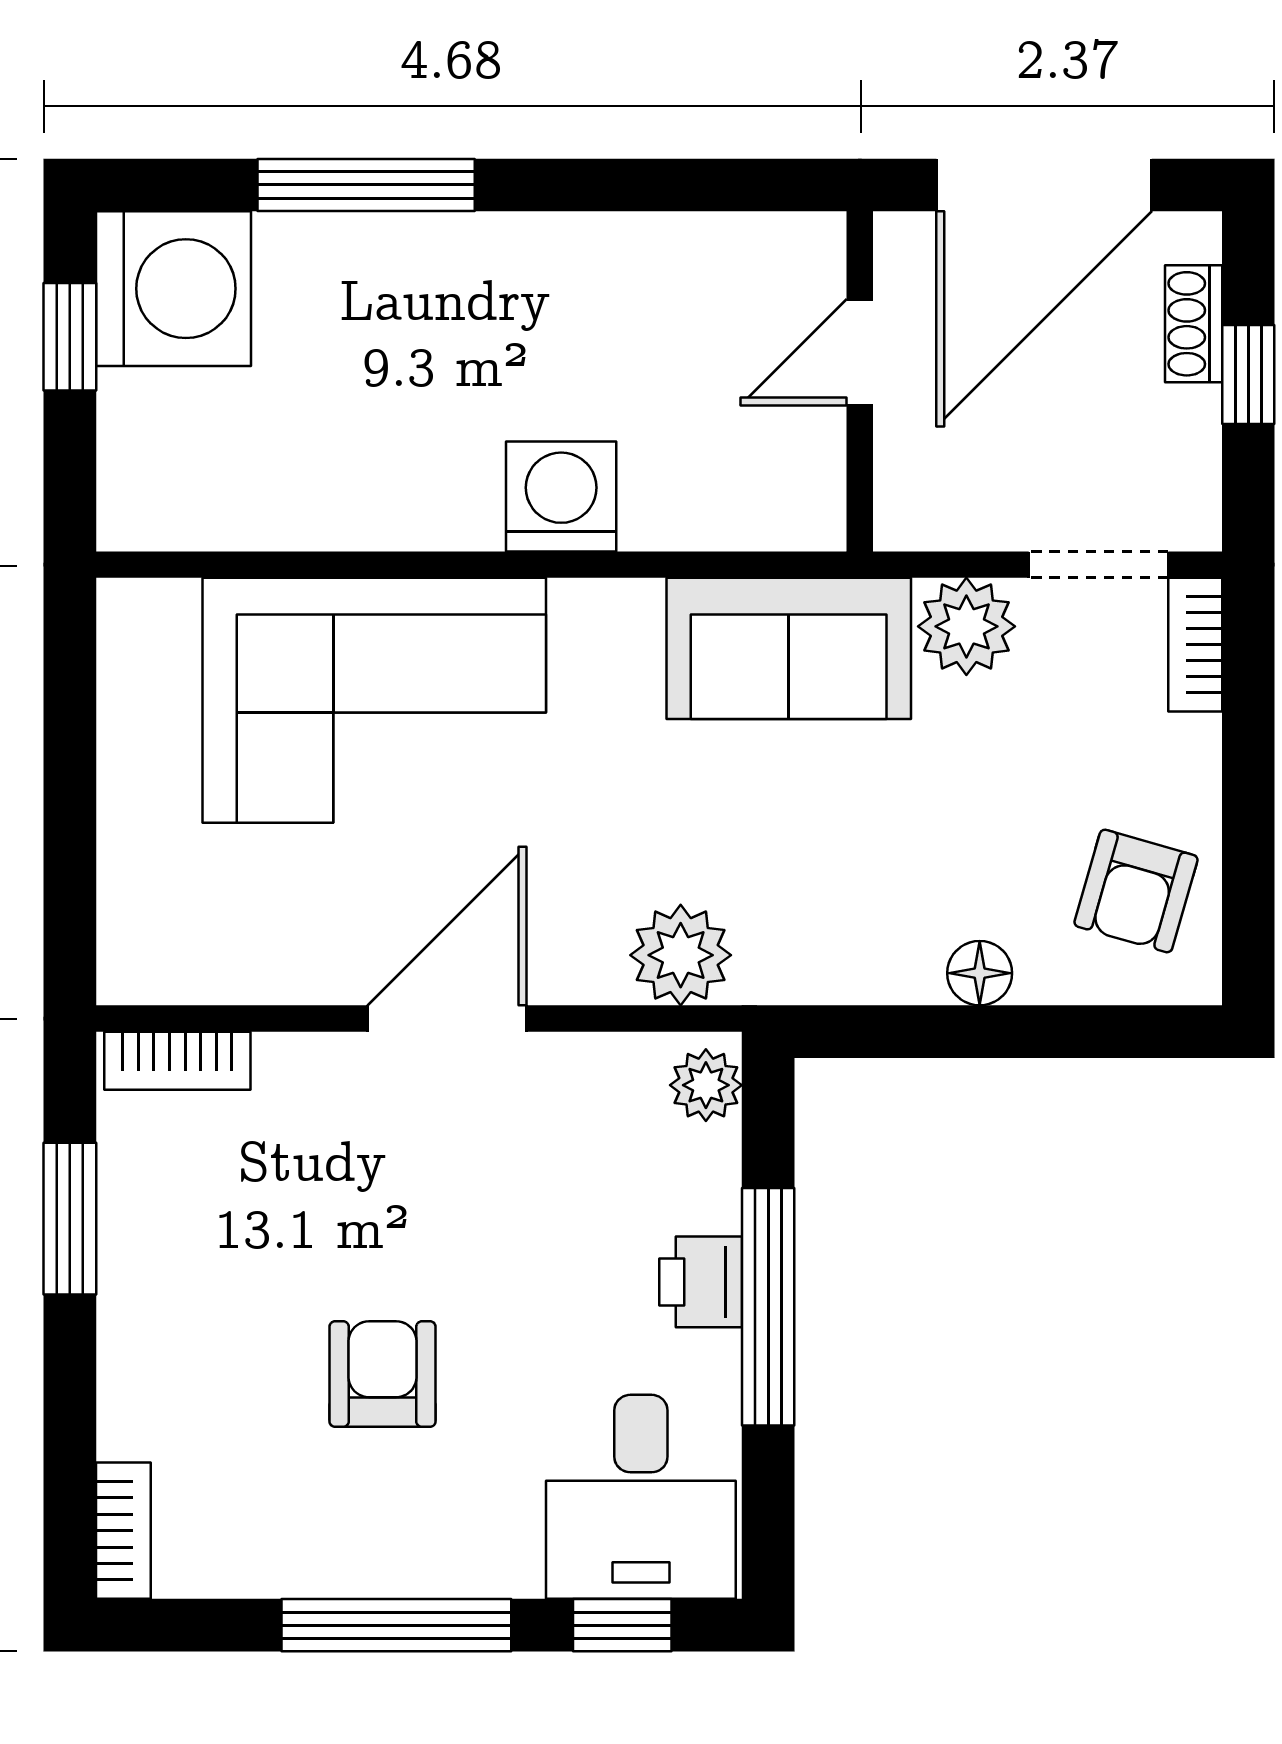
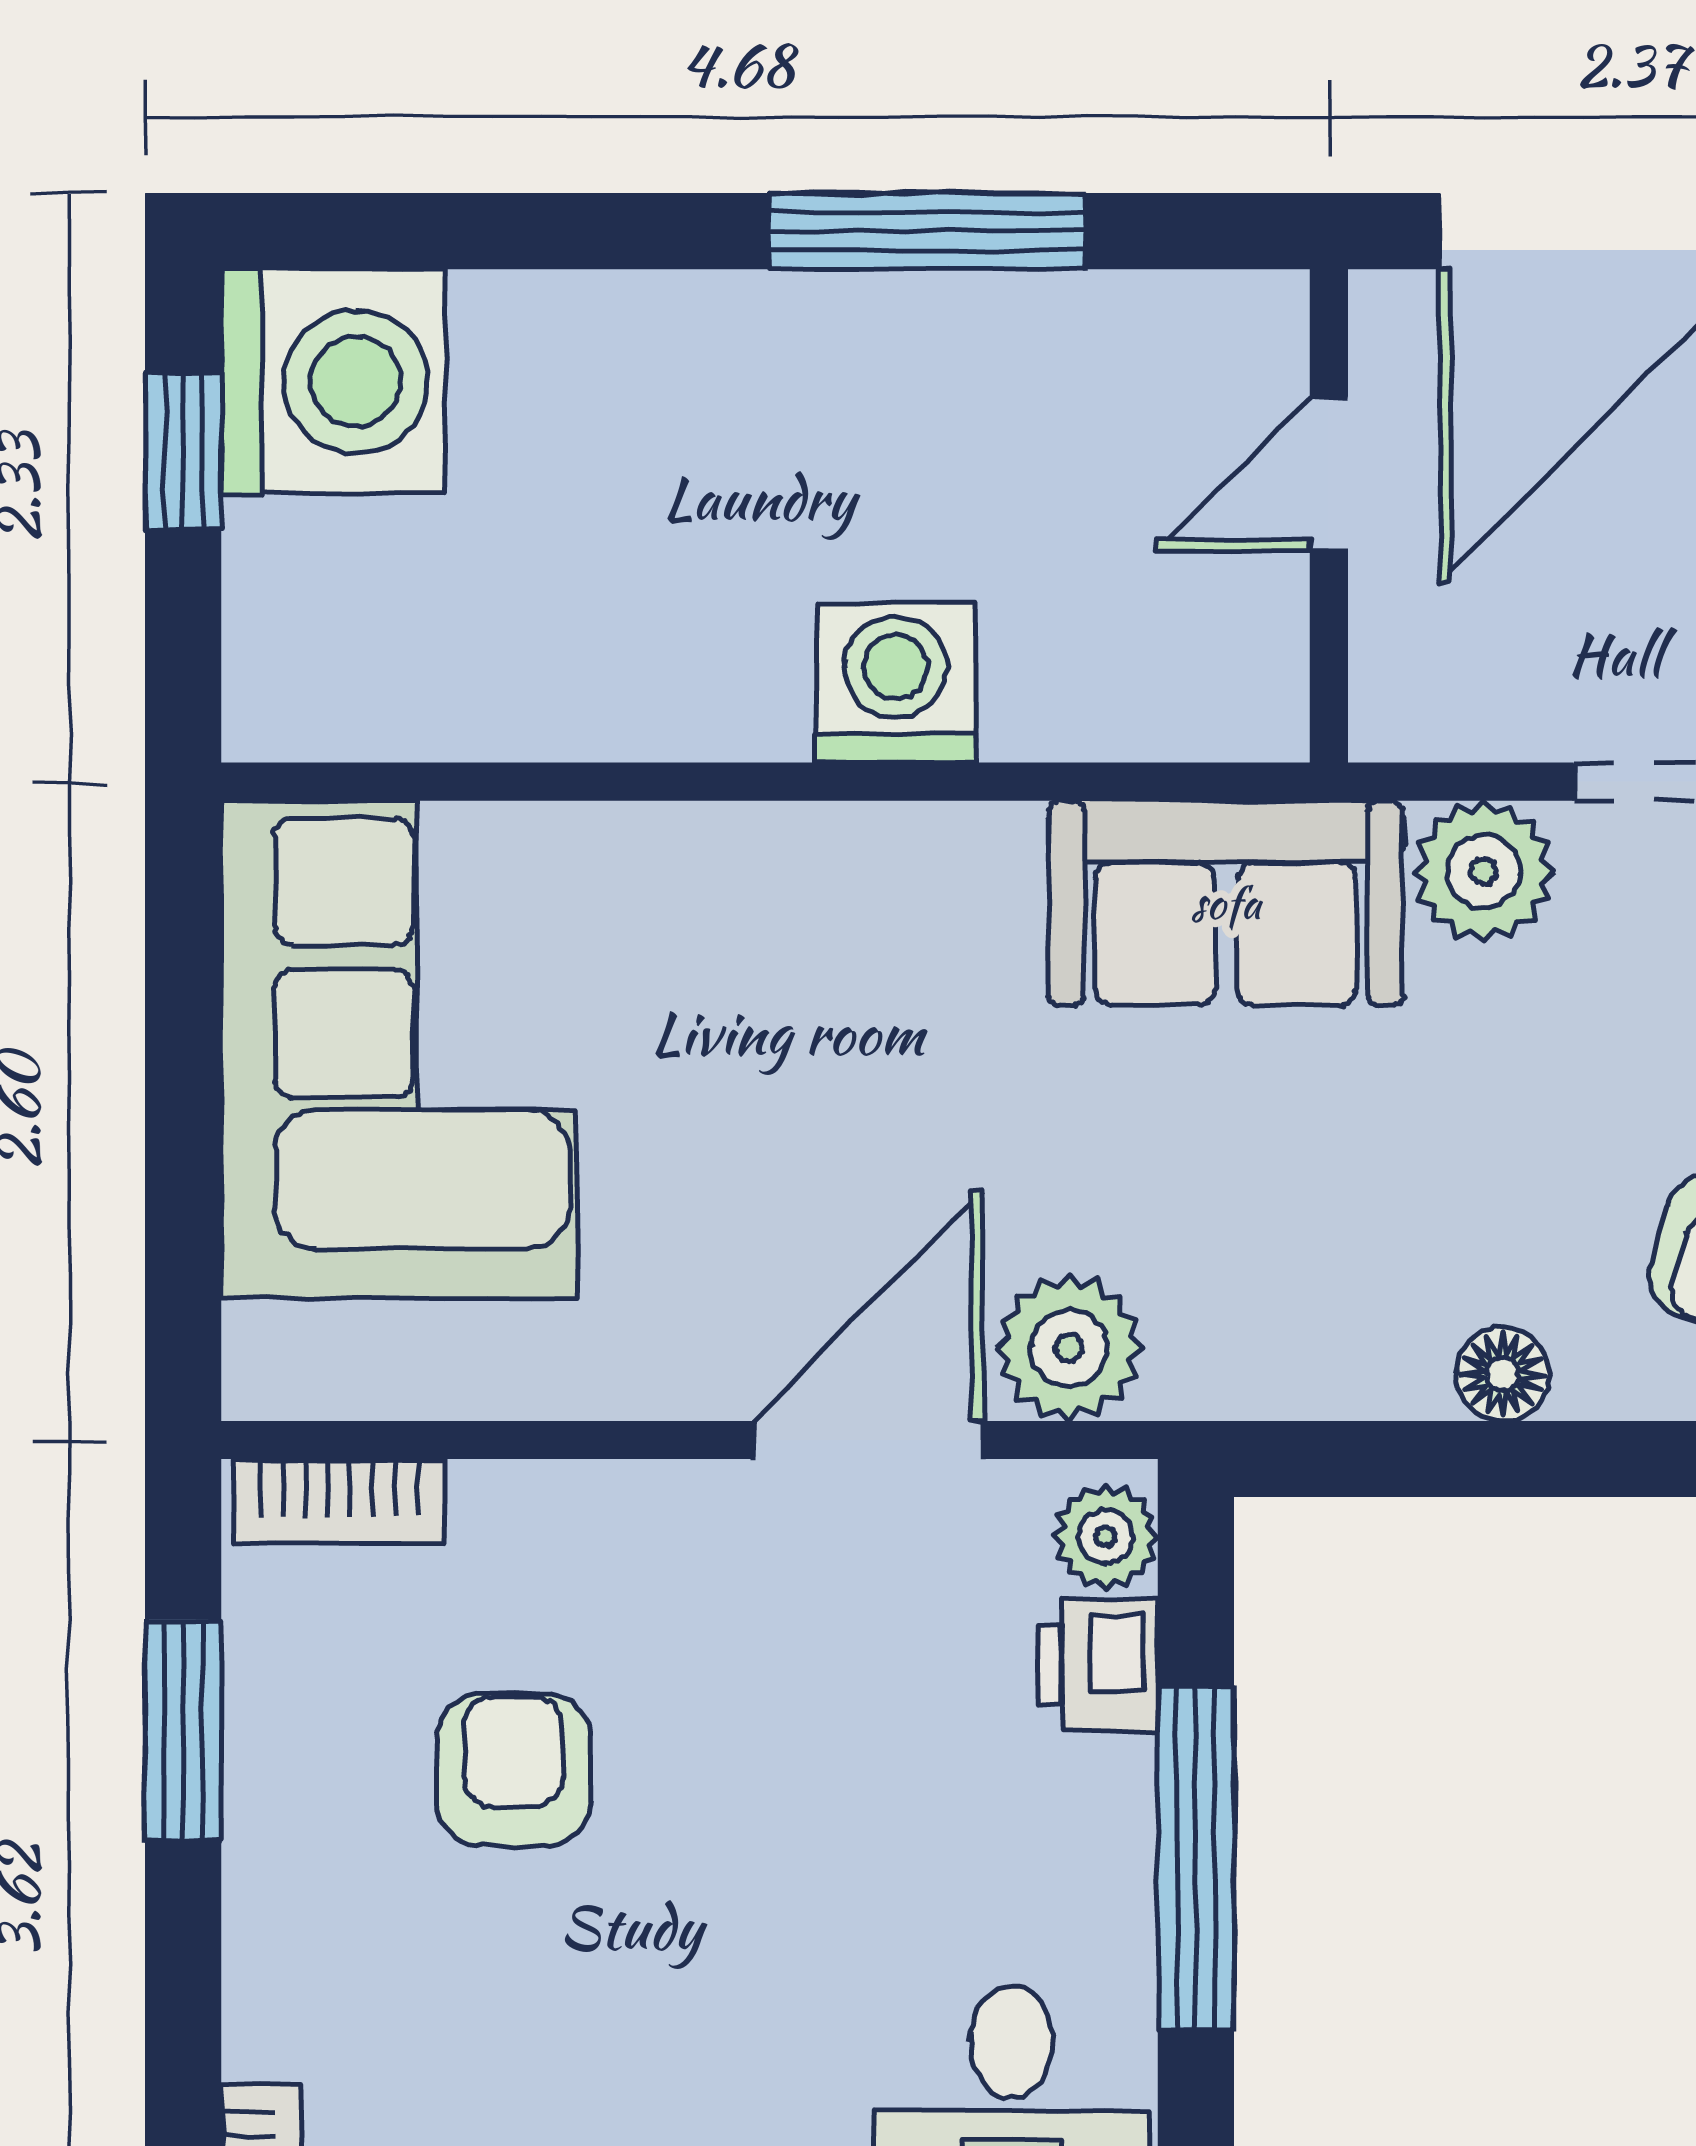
window: (366, 185) -> (927, 231), moved
corner sofa: (374, 700) -> (399, 1050), moved, turned -90
door: (447, 1019) -> (868, 1440), moved
printer: (701, 1282) -> (1098, 1665), moved
armchair: (383, 1374) -> (513, 1770), moved

